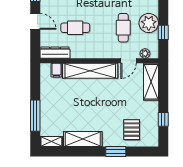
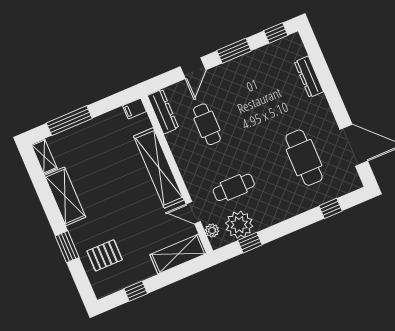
plant: (149, 23) -> (239, 225), moved
filing cabinet: (56, 70) -> (134, 109), moved

